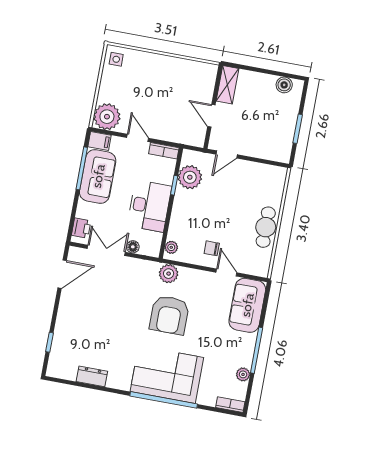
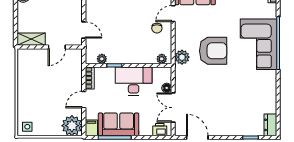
plant: (190, 177) -> (102, 59), width x0.53, depth x0.53
dresser: (92, 376) -> (270, 125), moved

